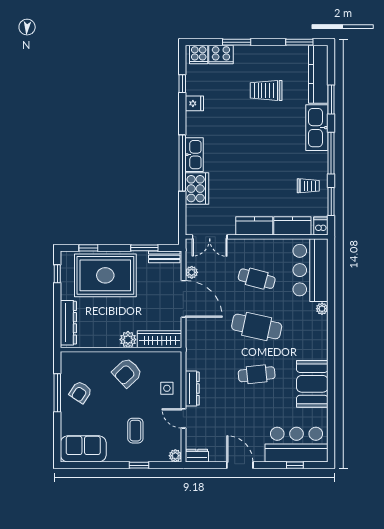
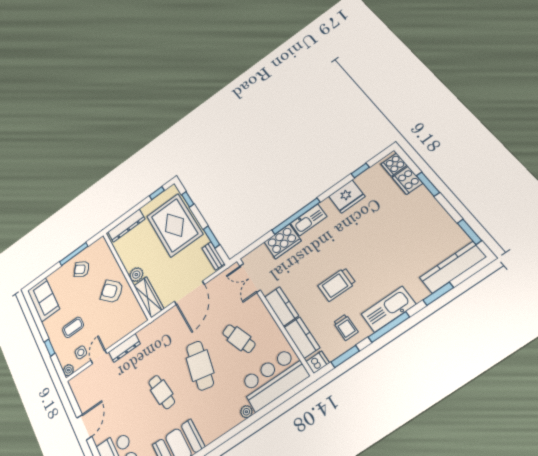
trolley: (266, 90) -> (337, 284), moved, turned -90
fridge: (194, 103) -> (347, 196), width x1.88, depth x1.34
kitchen sink: (317, 128) -> (388, 309), moved
plant: (192, 272) -> (213, 284), removed
cafe table: (257, 279) -> (239, 339), turned -36
side table: (167, 388) -> (81, 352), moved
dresser: (197, 456) -> (76, 387), removed

